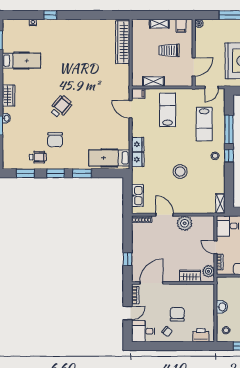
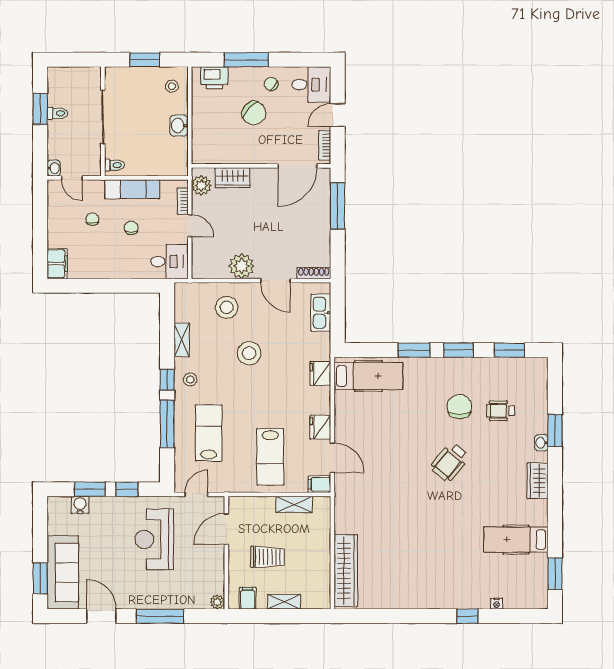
fridge: (138, 144) -> (320, 427), moved
wheelchair: (38, 157) -> (500, 411), moved
stool: (193, 199) -> (227, 307), added
shelving: (220, 204) -> (182, 340), moved
window: (128, 259) -> (338, 206), width x2.17
chair: (177, 314) -> (254, 113), turned -48
window: (182, 346) -> (246, 60), added

